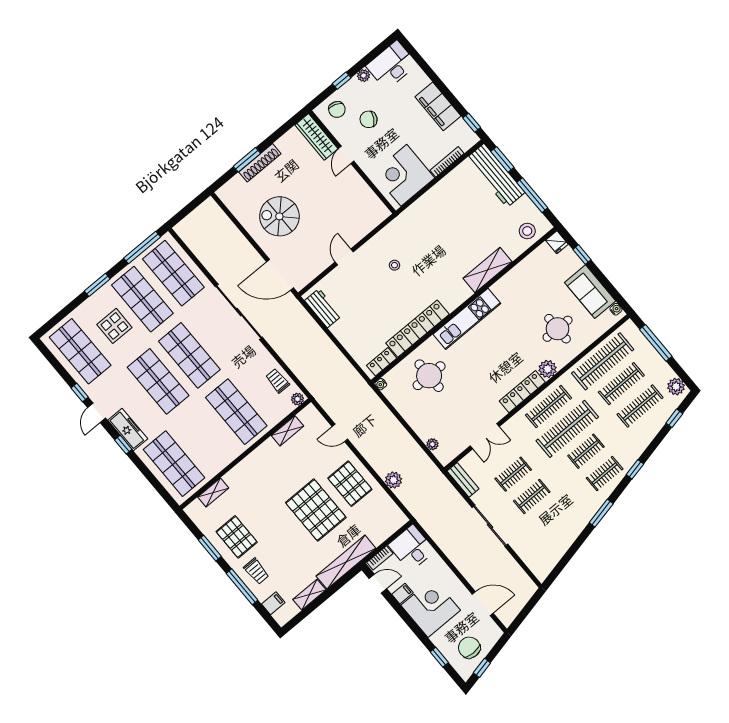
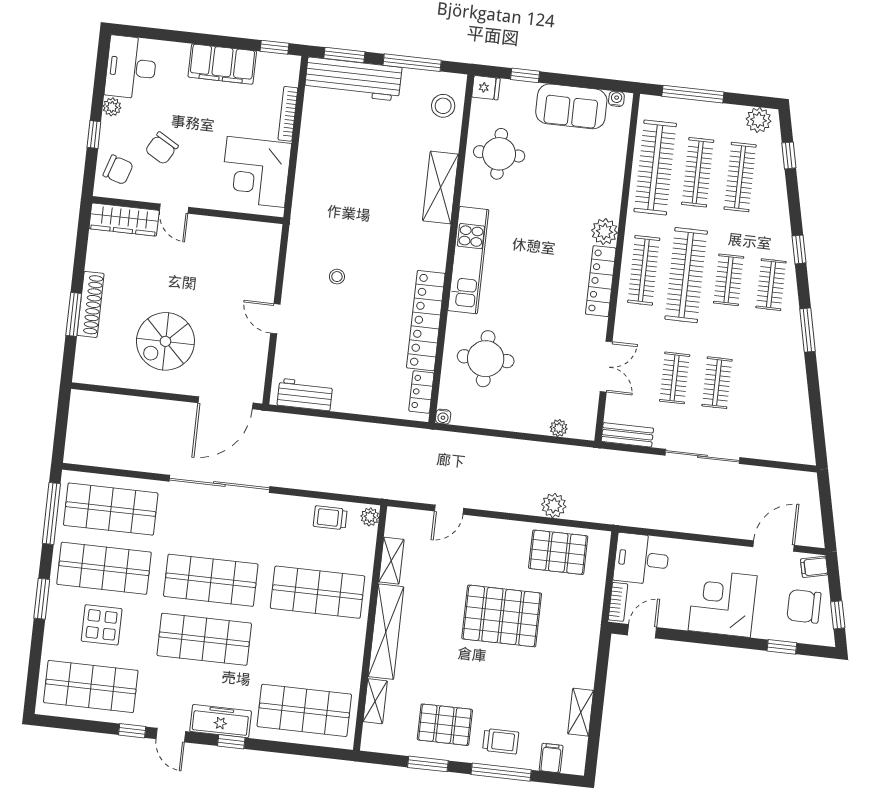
round table: (558, 329) -> (499, 154), moved
pallet: (350, 484) -> (558, 552), moved
shelving: (346, 562) -> (386, 632), moved
filing cabinet: (402, 594) -> (814, 567), moved, turned -102

